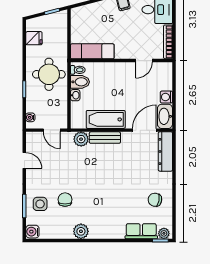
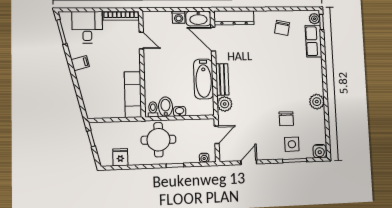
chair: (65, 200) -> (286, 119), turned -90

